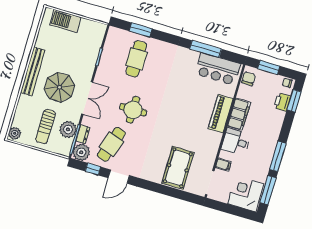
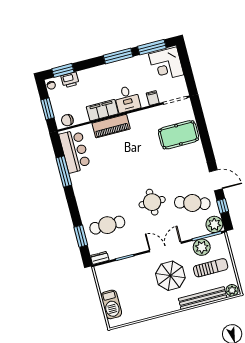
bench: (33, 71) -> (203, 298), moved
dresser: (83, 134) -> (100, 258), moved

